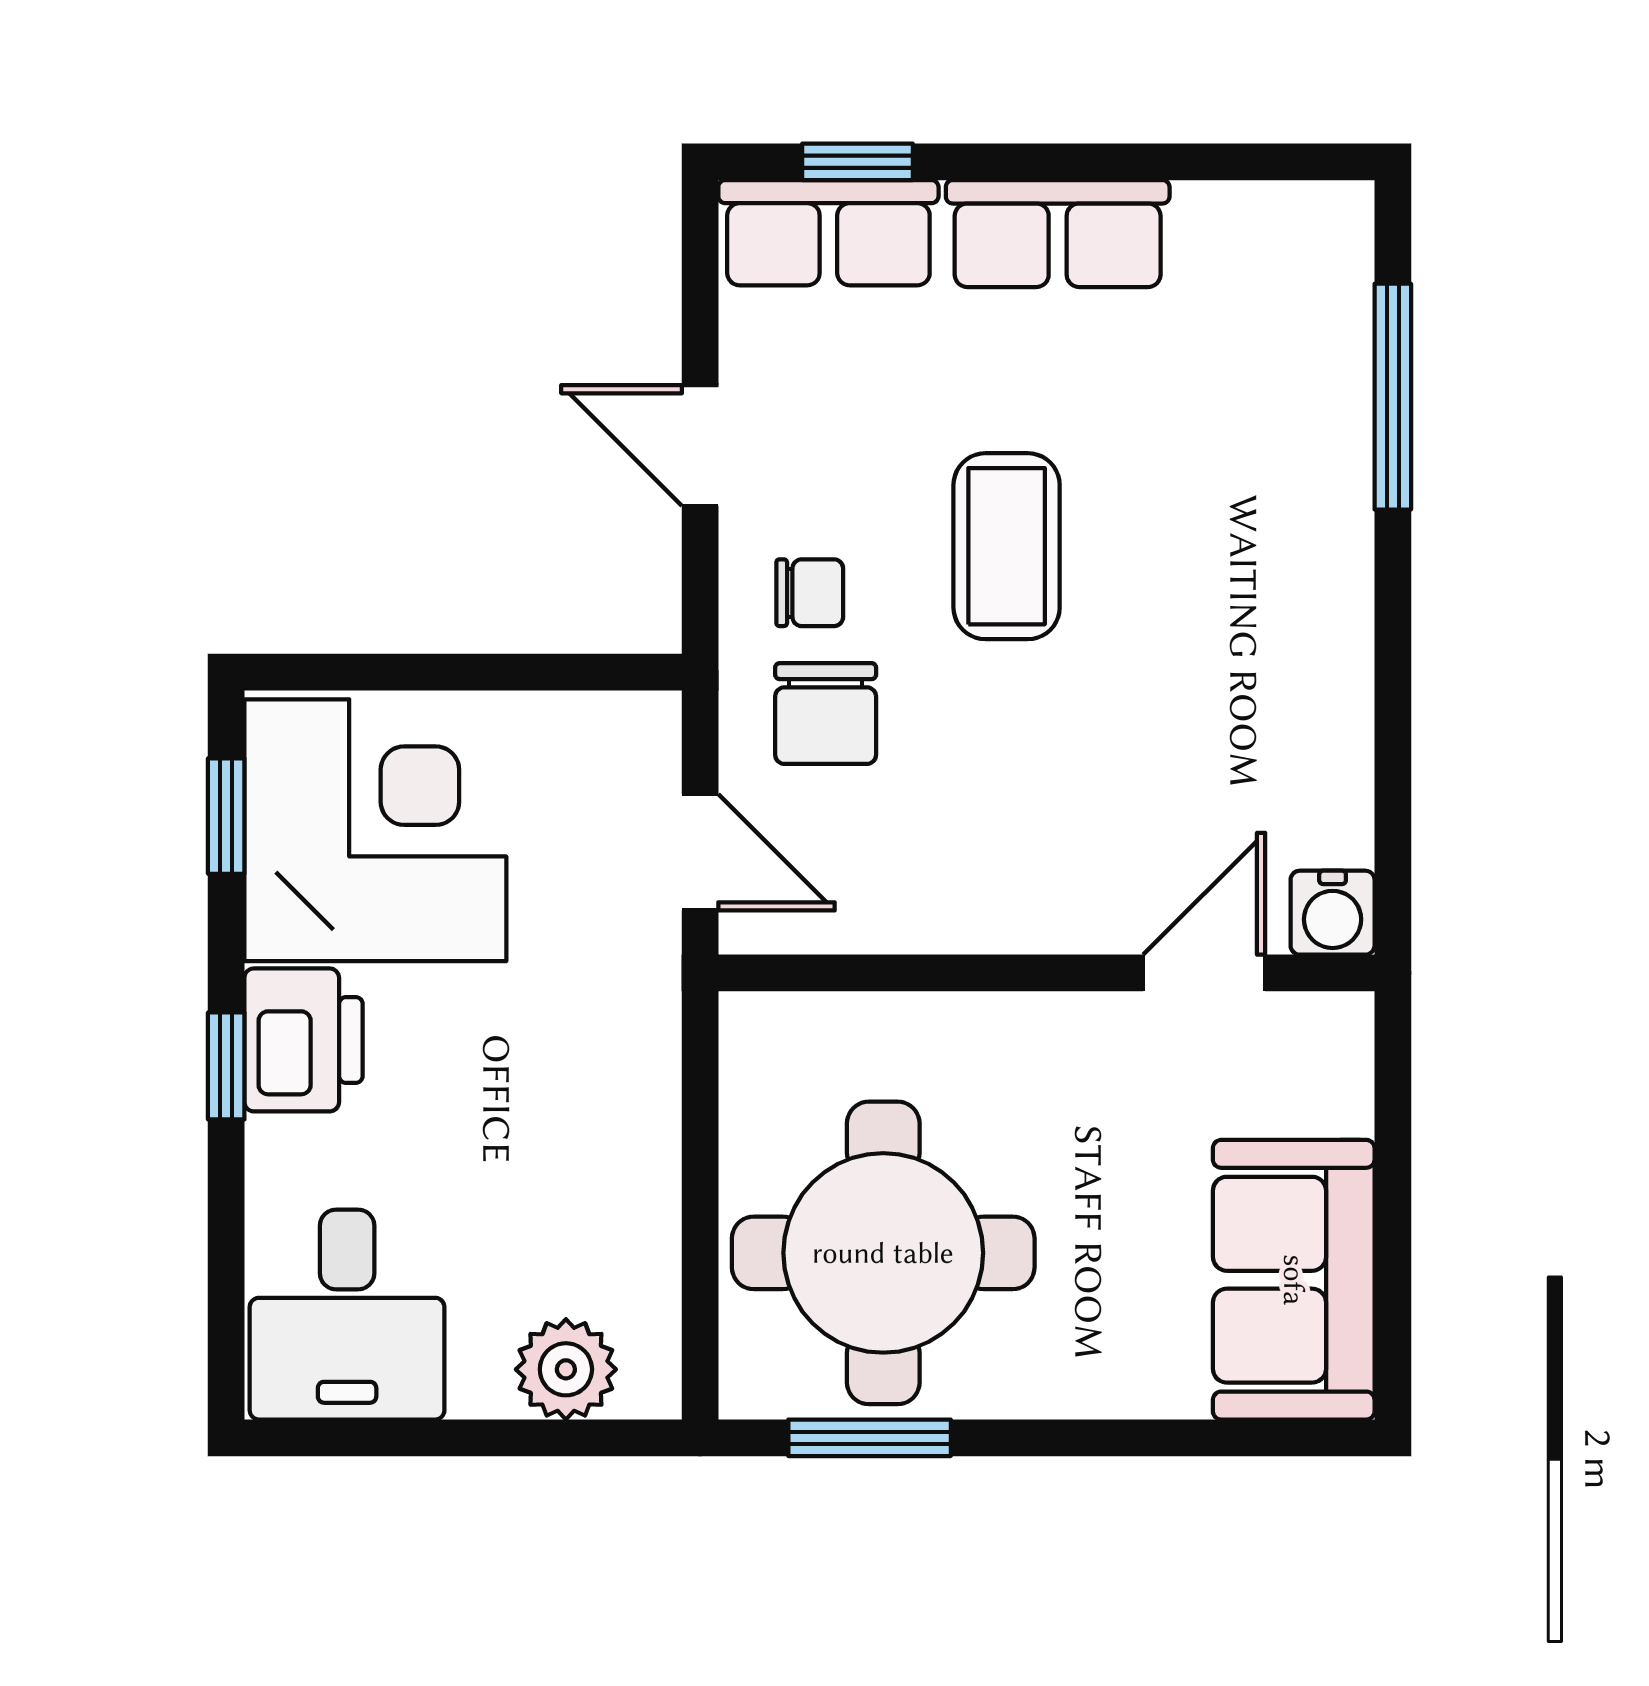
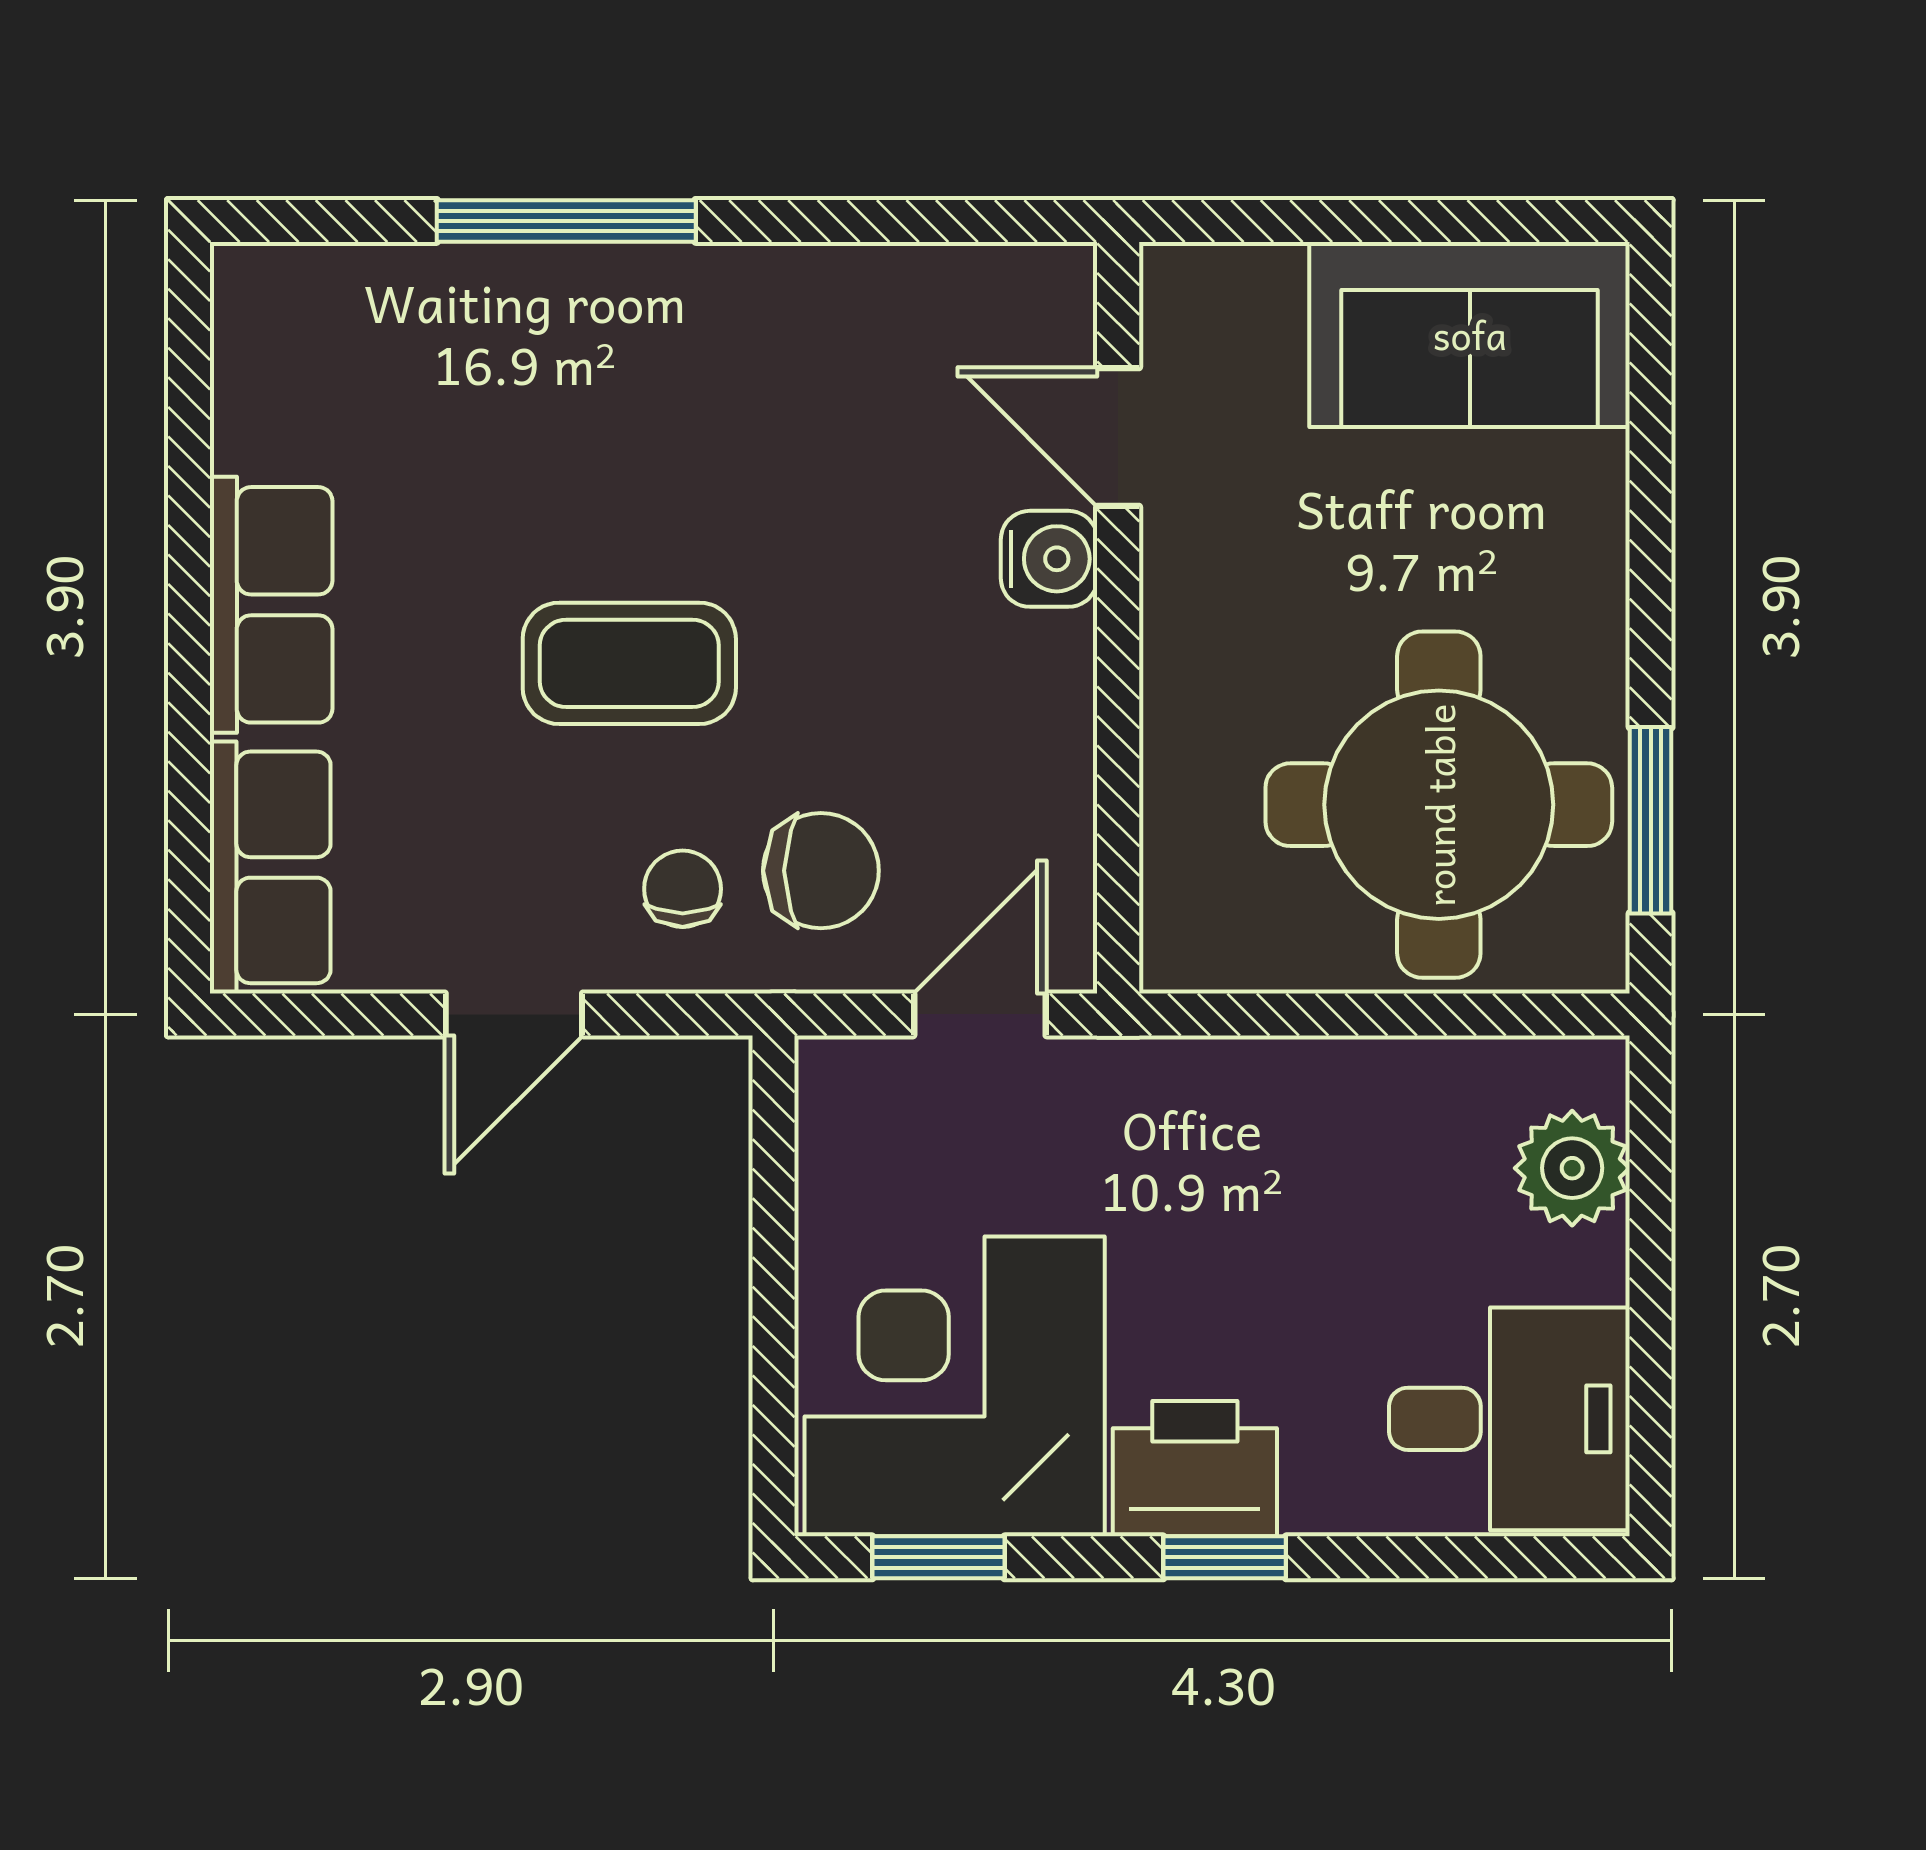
window: (858, 162) -> (189, 834), removed
window: (1393, 397) -> (566, 221), moved
water cooler: (1333, 913) -> (1049, 559), moved

